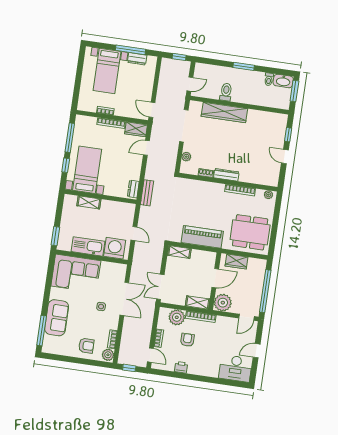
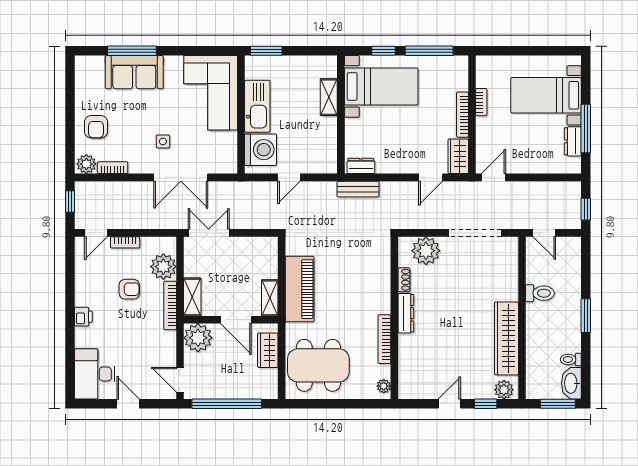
wardrobe: (224, 113) -> (506, 338), moved
plant: (281, 122) -> (504, 390), added
door: (146, 148) -> (431, 177), swing flipped
plant: (186, 157) -> (426, 251), width x1.88, depth x1.88
dining table: (250, 232) -> (318, 365), turned 90
shelving: (179, 252) -> (270, 298), moved
window: (42, 331) -> (132, 51), moved
printer: (181, 367) -> (83, 317), moved

